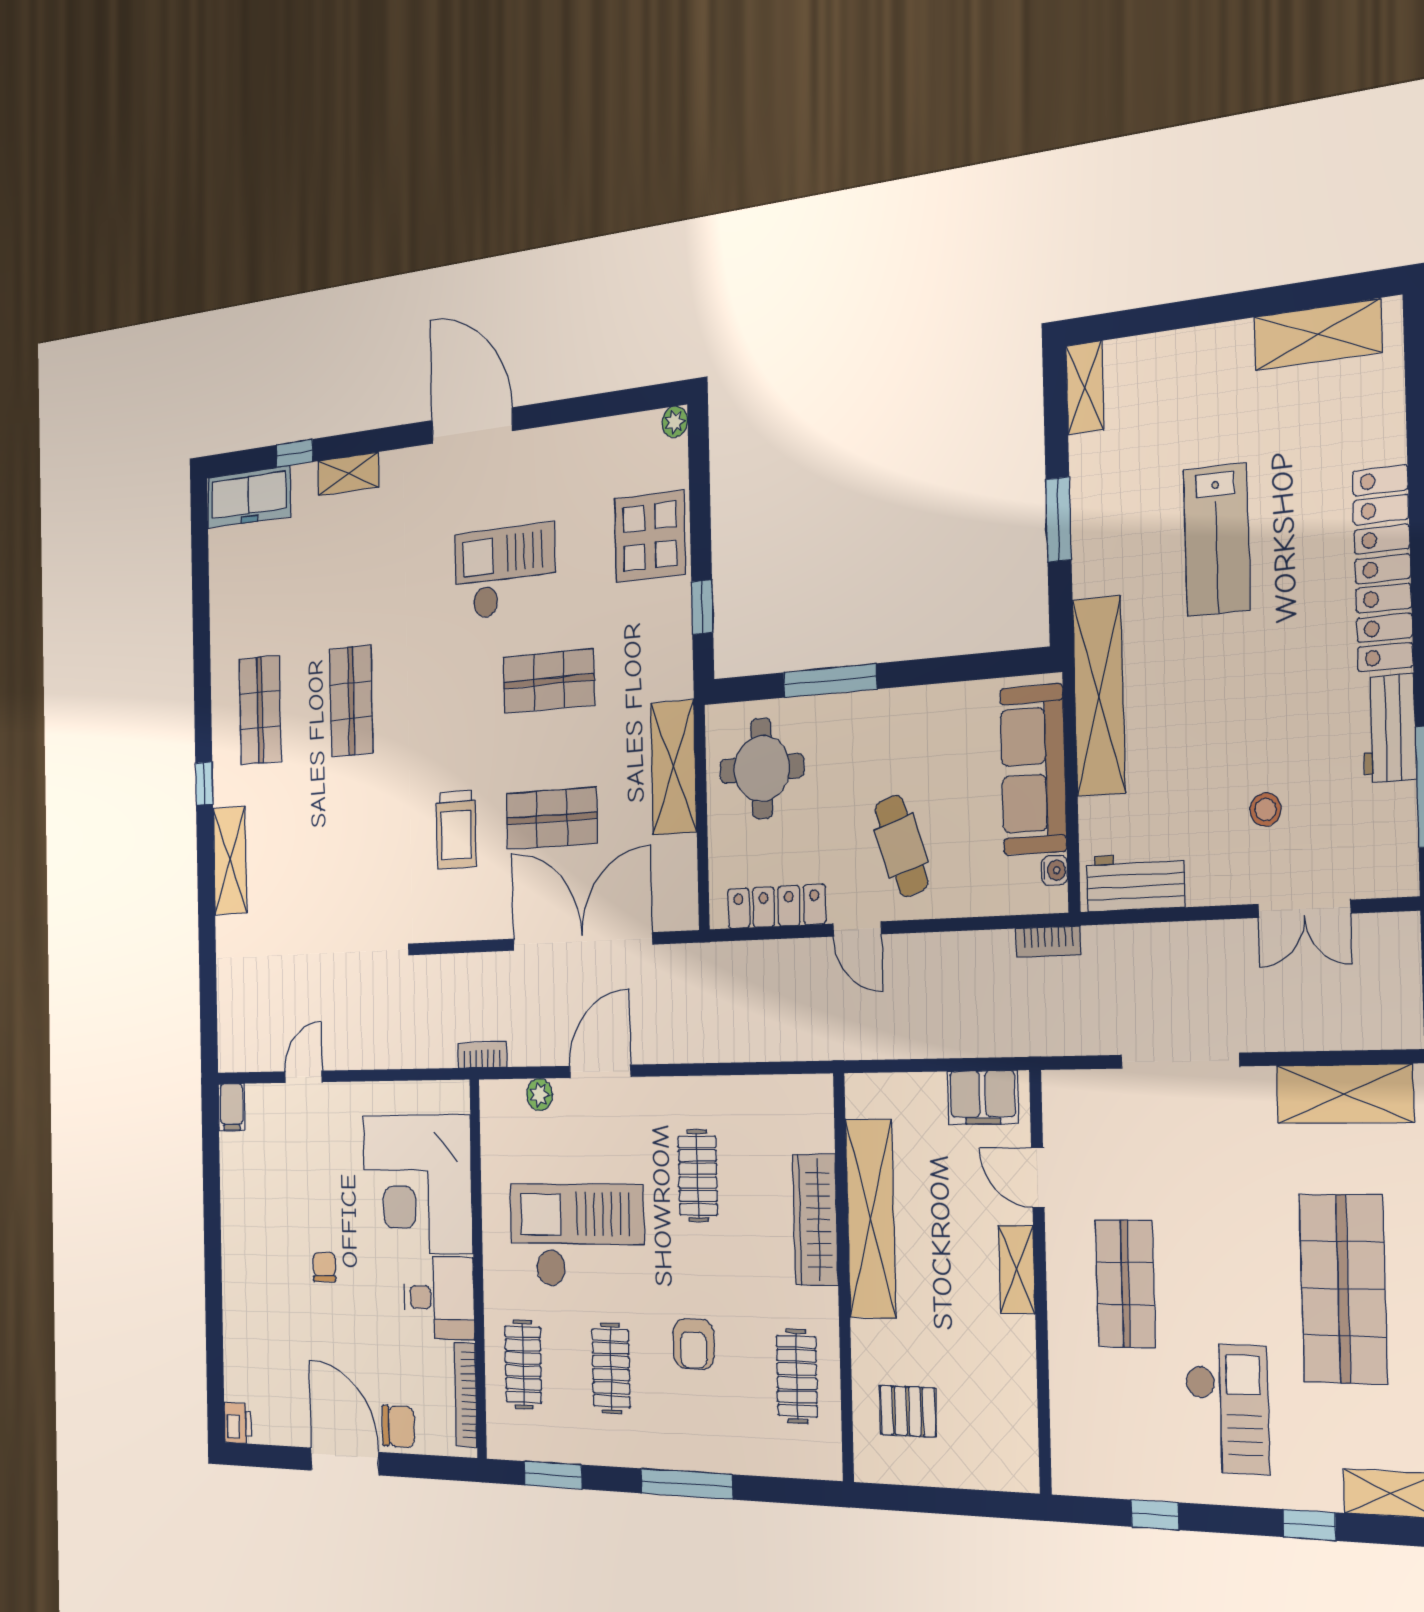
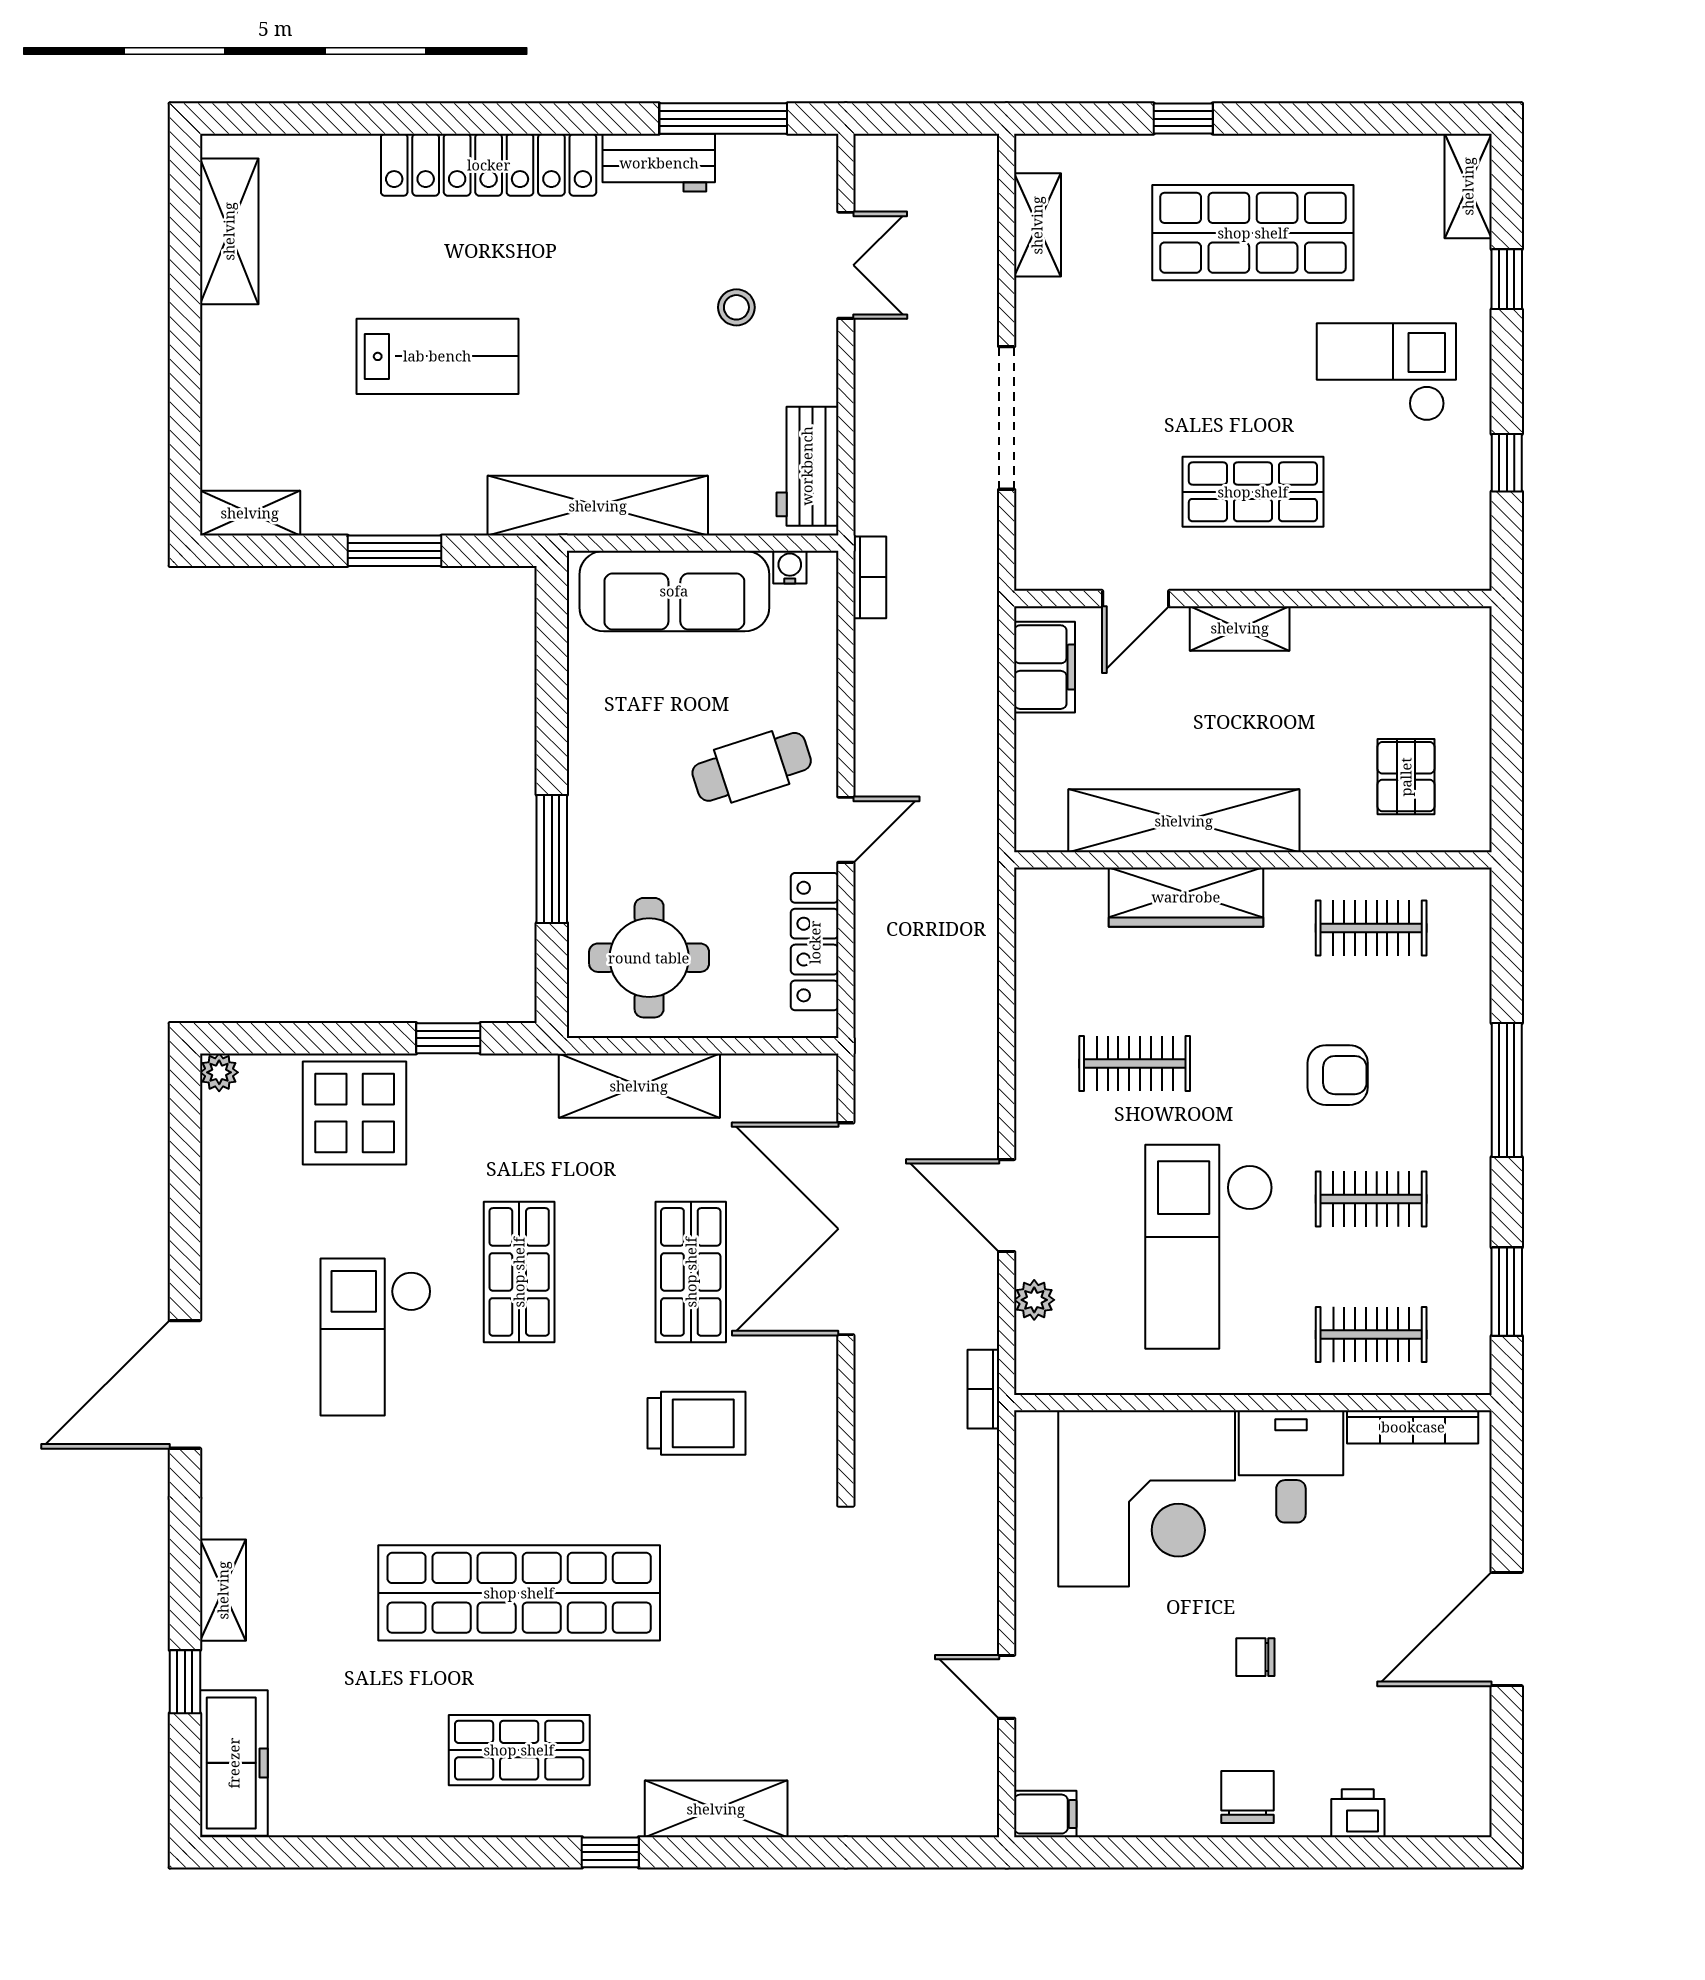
shop shelf: (351, 701) -> (519, 1593), width x2.00, depth x1.36
shelving: (1345, 1094) -> (1037, 225), width x0.67, depth x0.75
printer: (238, 1423) -> (1358, 1813), moved
chair: (398, 1426) -> (1248, 1797), moved

